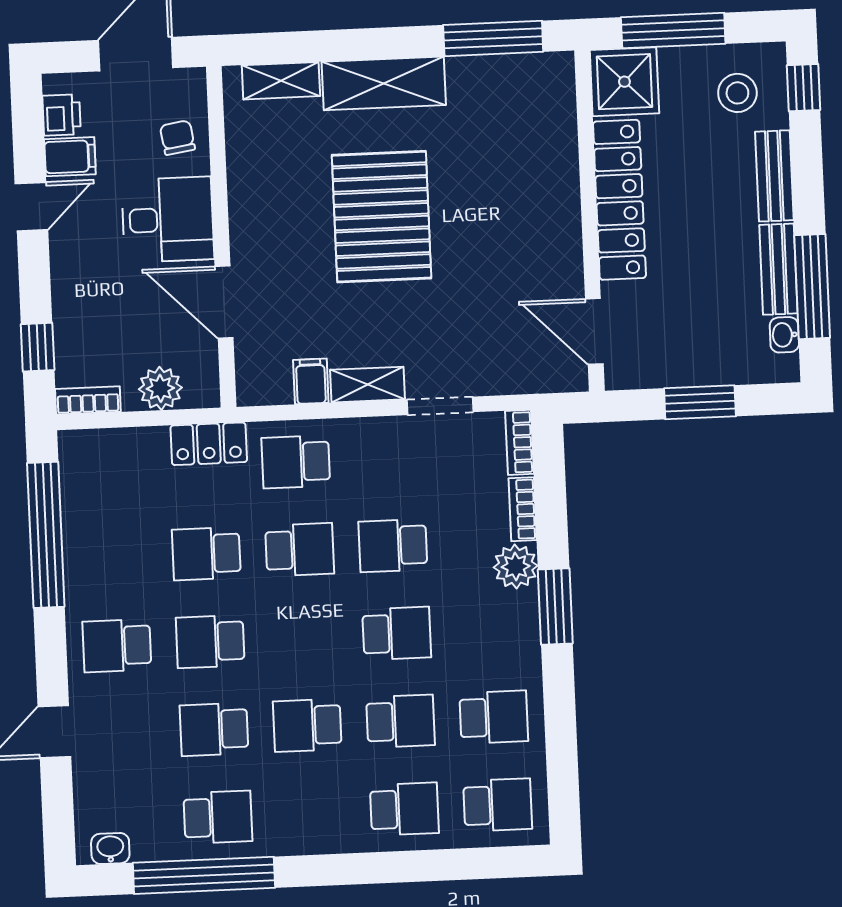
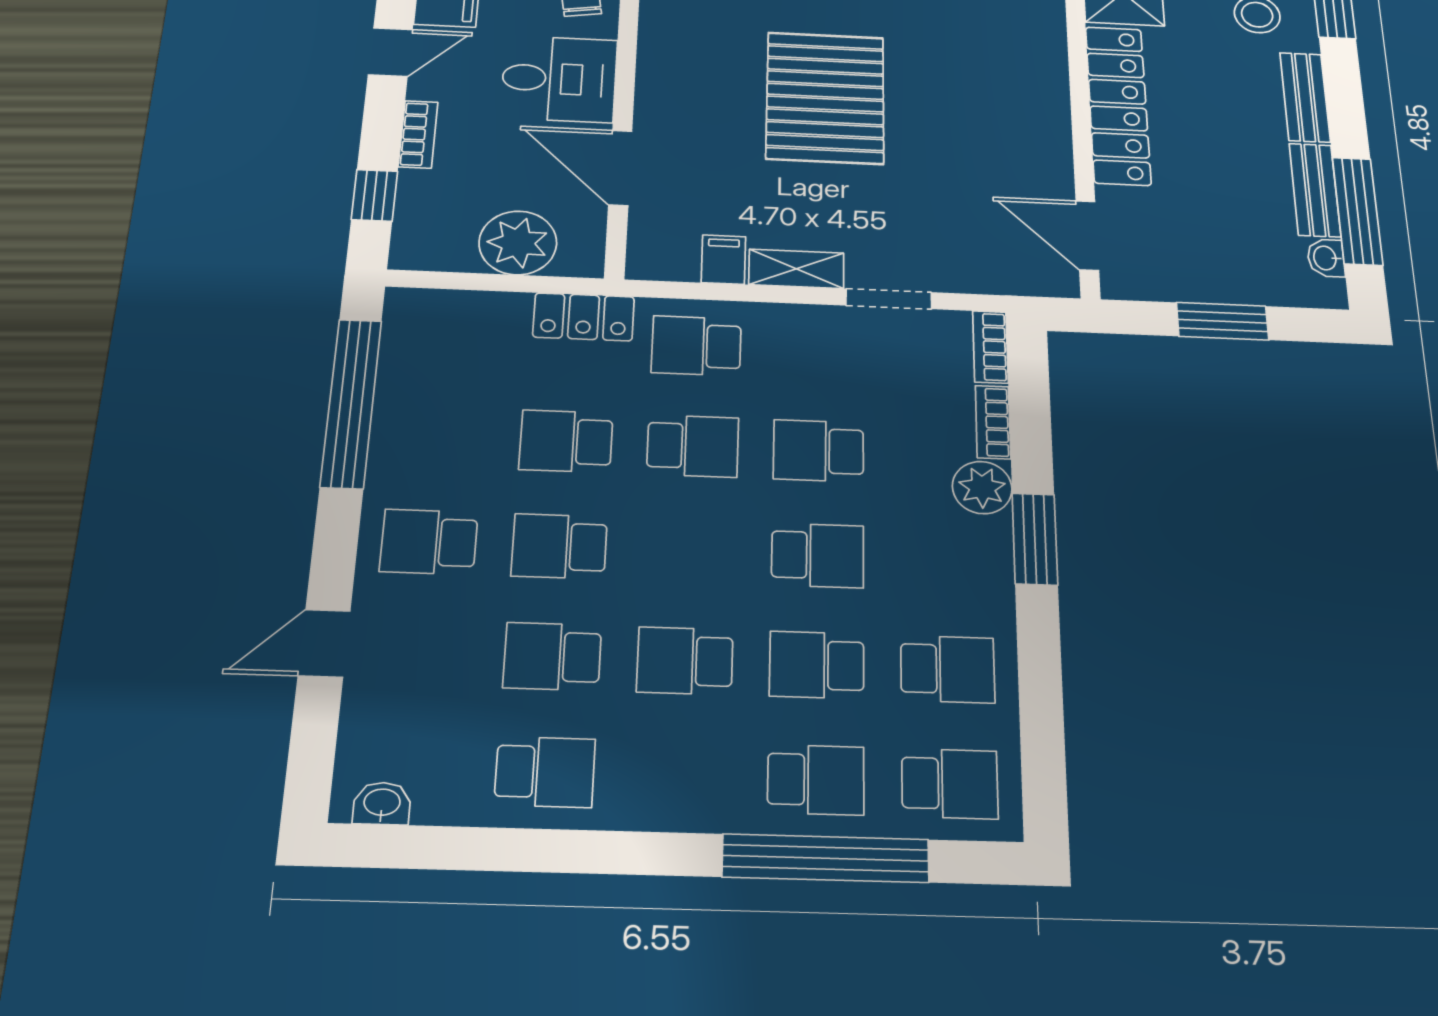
plant: (160, 388) -> (518, 243), width x1.36, depth x1.36
bookcase: (88, 400) -> (418, 134), moved, turned 90
school desk: (401, 721) -> (817, 665), turned 180
window: (204, 875) -> (826, 858), moved

